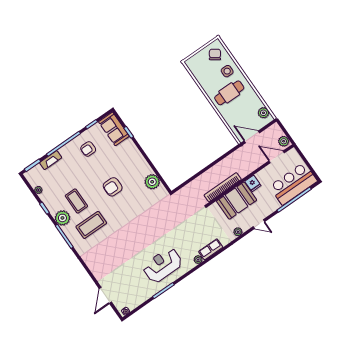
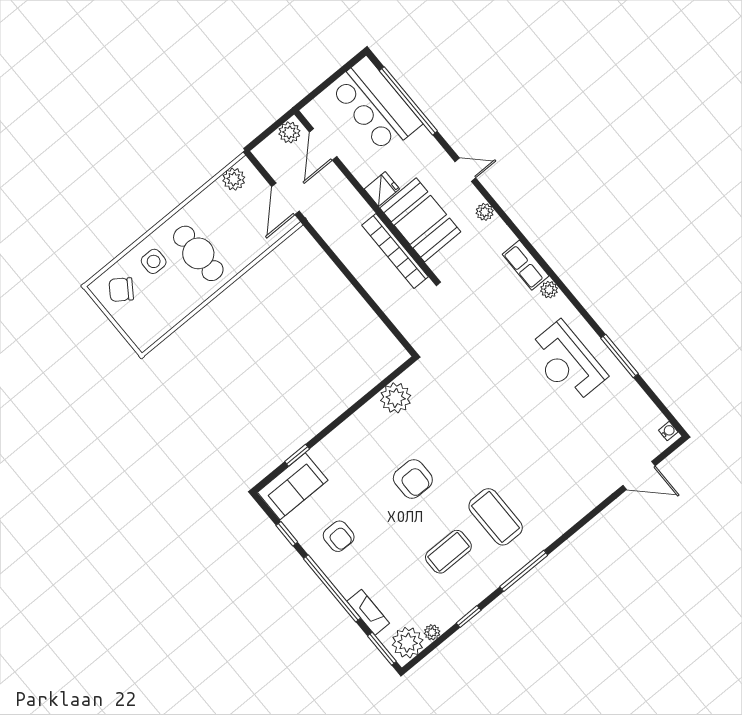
plant: (62, 218) -> (408, 643), moved
door: (259, 224) -> (465, 170), hinge flipped

